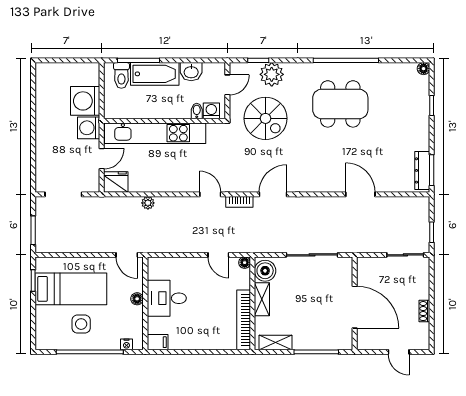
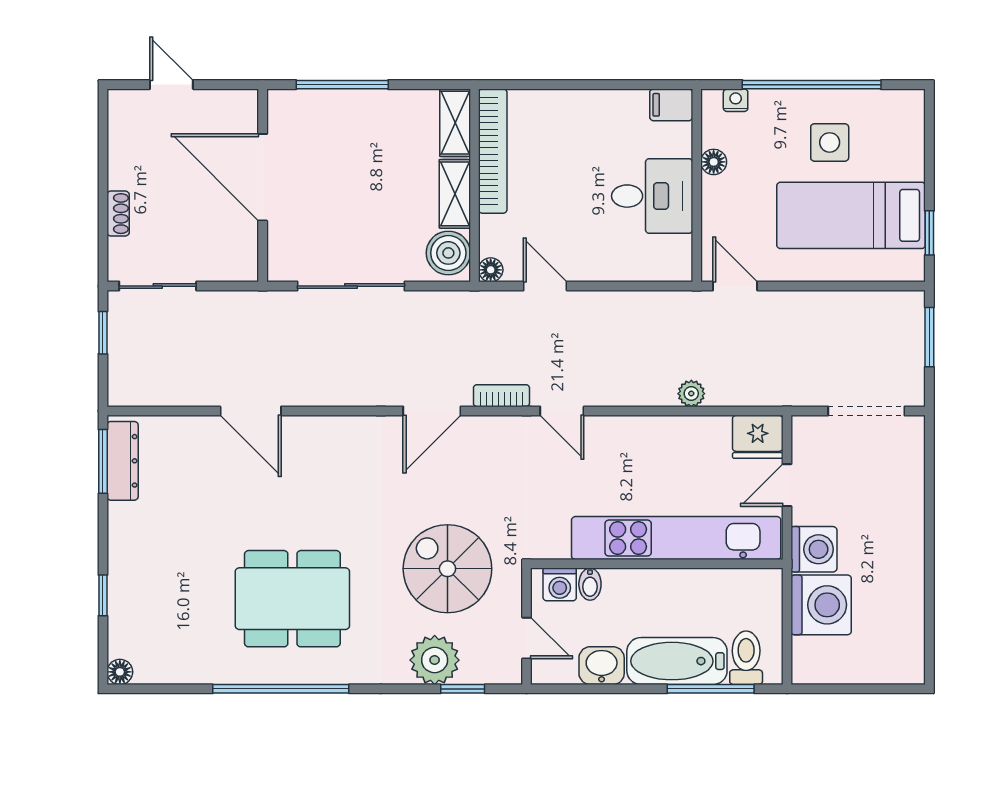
door: (227, 85) -> (527, 638), swing flipped
floor lamp: (137, 299) -> (714, 162), moved
shoe rack: (424, 311) -> (118, 214), moved
shelving: (275, 343) -> (455, 123), moved, turned 90

